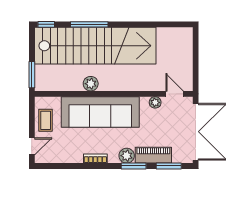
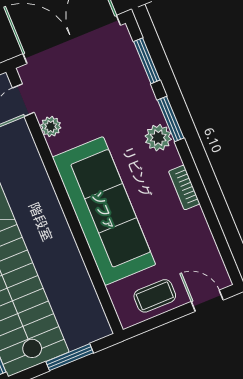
window: (32, 75) -> (70, 357), moved
plant: (91, 84) -> (63, 246), removed
piano: (153, 155) -> (139, 94), removed

